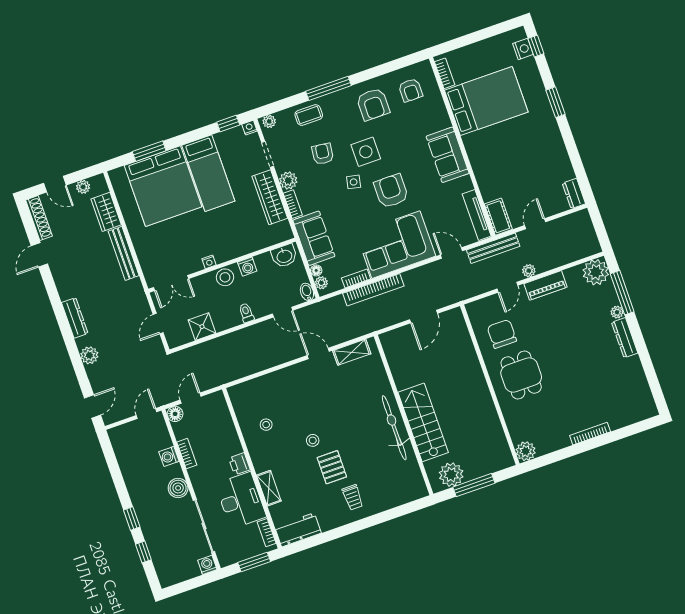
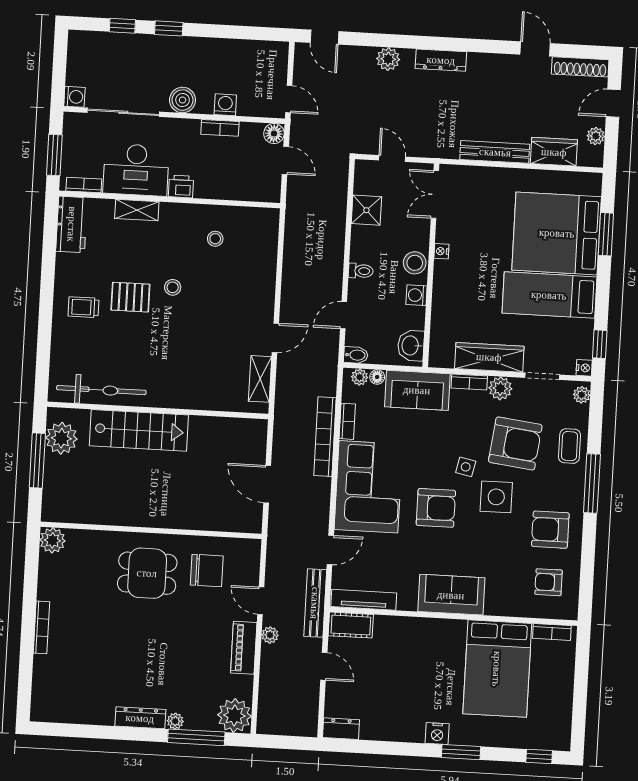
nightstand: (523, 49) -> (437, 734), moved
armchair: (323, 154) -> (515, 443), width x1.88, depth x1.88
bicycle: (394, 428) -> (101, 390), moved

